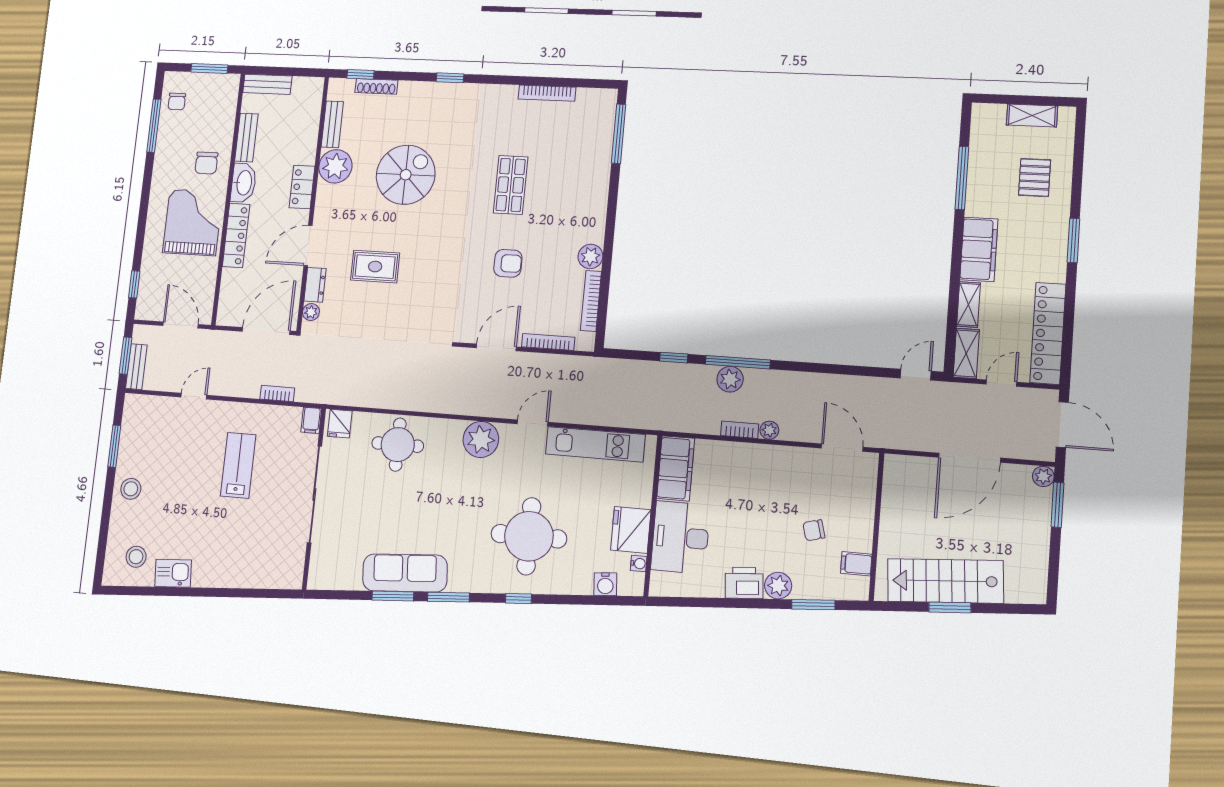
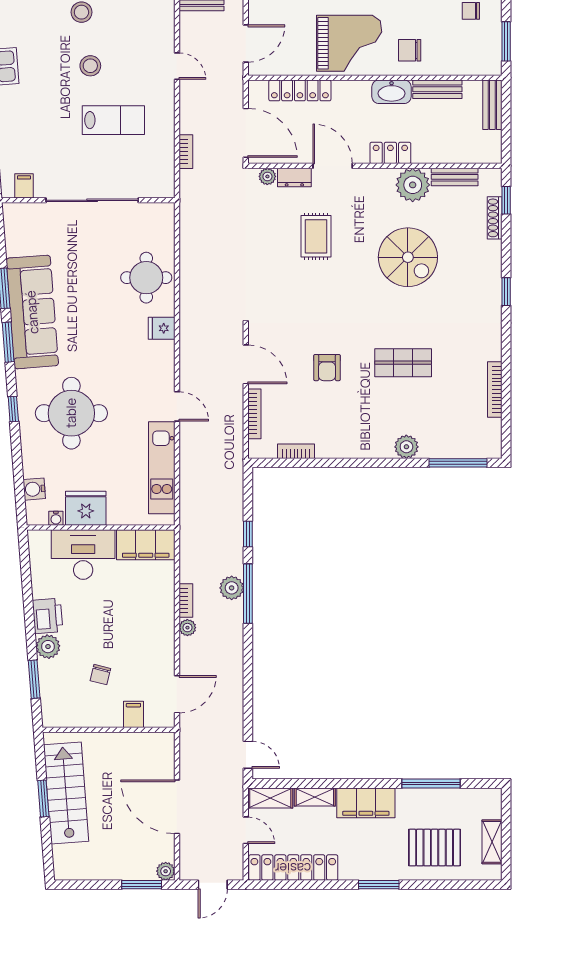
pallet: (1035, 178) -> (435, 848), width x1.50, depth x1.42
locker: (236, 235) -> (300, 90), moved
plant: (590, 256) -> (406, 447), moved
bookcase: (591, 301) -> (296, 451), width x0.64
filing cabinet: (311, 420) -> (24, 186), moved, turned 90
fridge: (340, 424) -> (162, 328), moved
door: (1062, 425) -> (213, 885), width x0.73
plant: (481, 439) -> (158, 358), removed
chair: (814, 530) -> (100, 675), turned -151
stool: (136, 557) -> (90, 66), moved
filing cabinet: (856, 564) -> (133, 714), moved
sofa: (405, 573) -> (32, 312), width x1.36, depth x1.27

